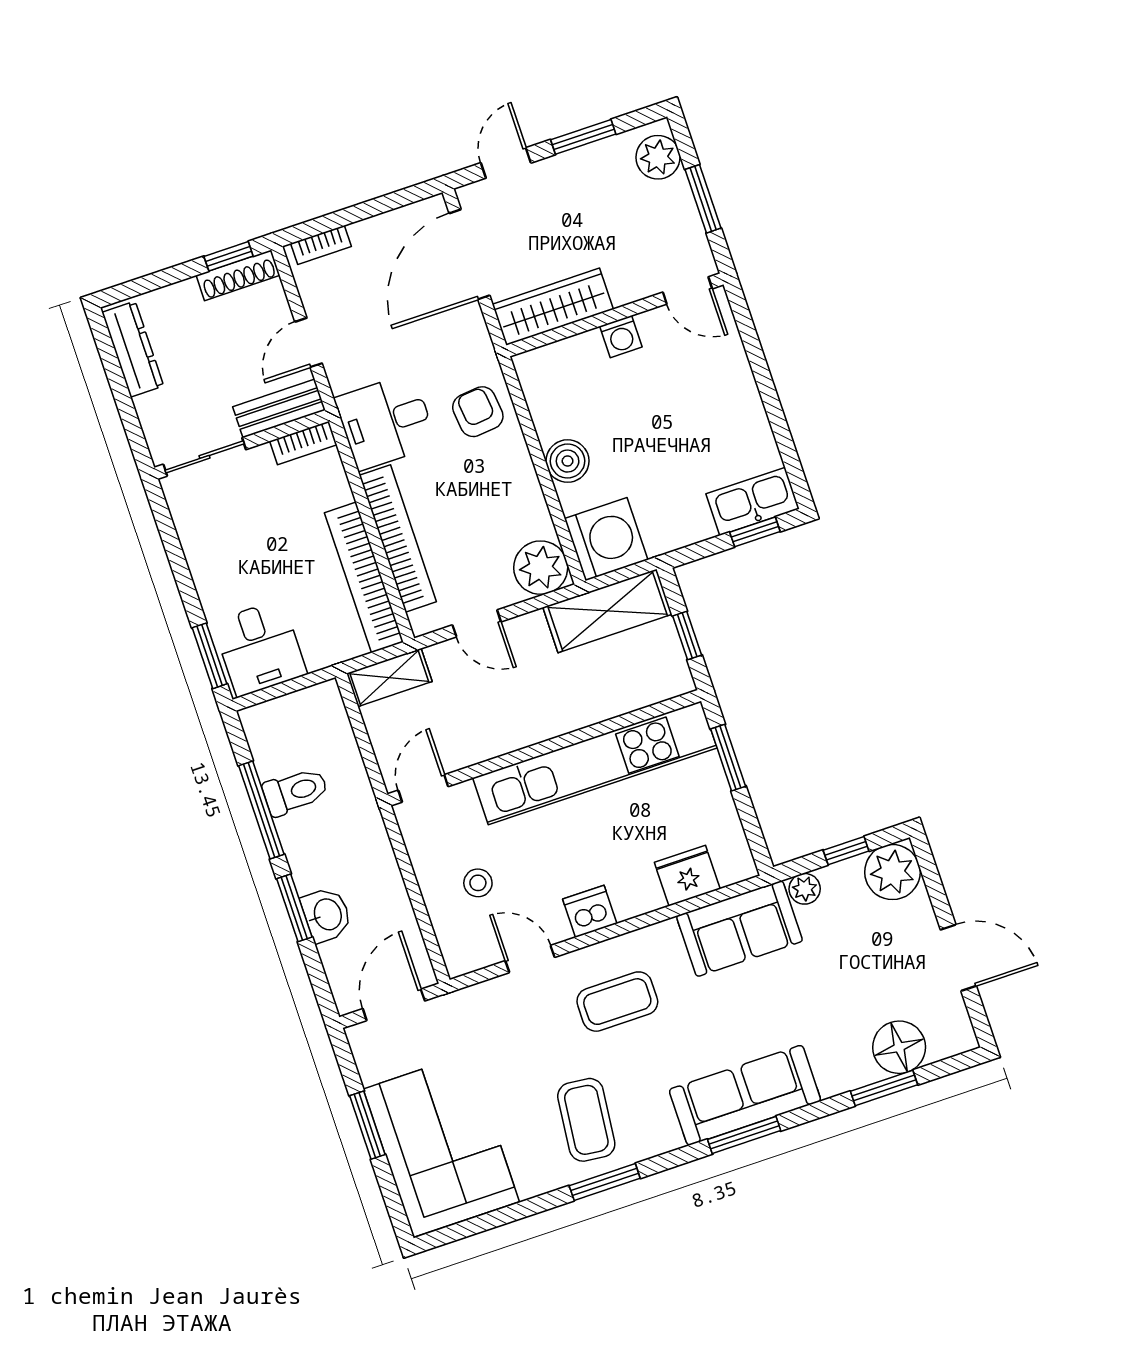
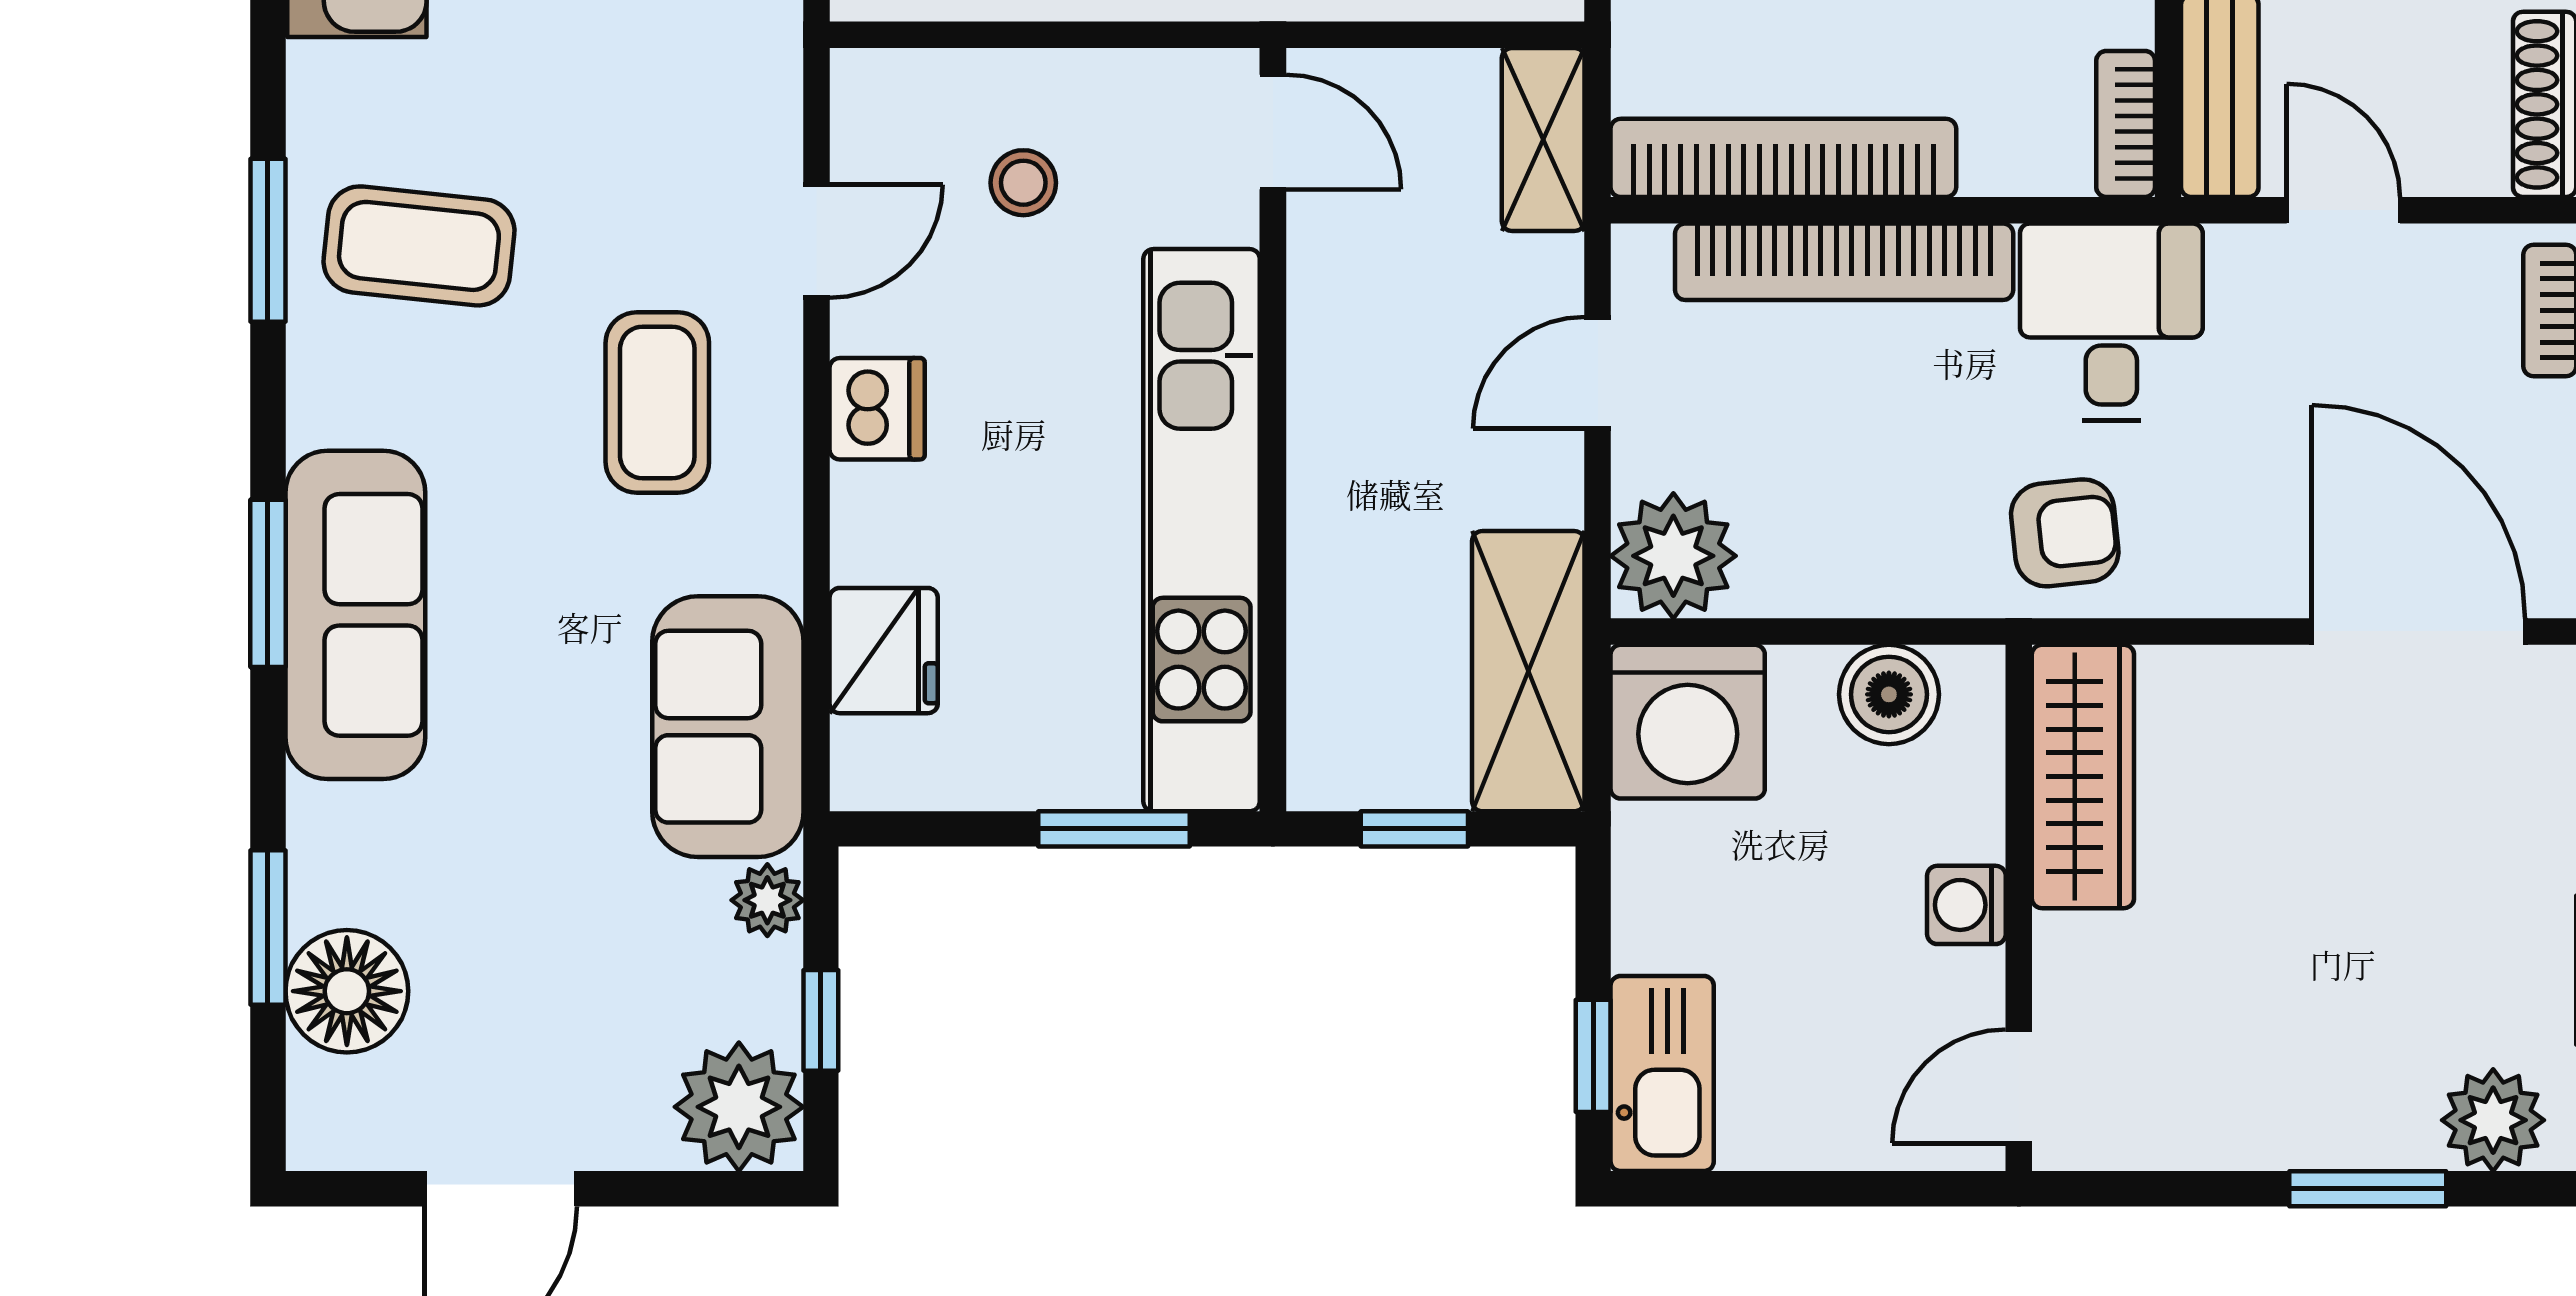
door: (687, 290) -> (2019, 1086), moved
wardrobe: (553, 307) -> (2083, 776), moved
wall: (615, 315) -> (2019, 908), moved
washing machine: (621, 337) -> (1966, 905), moved

